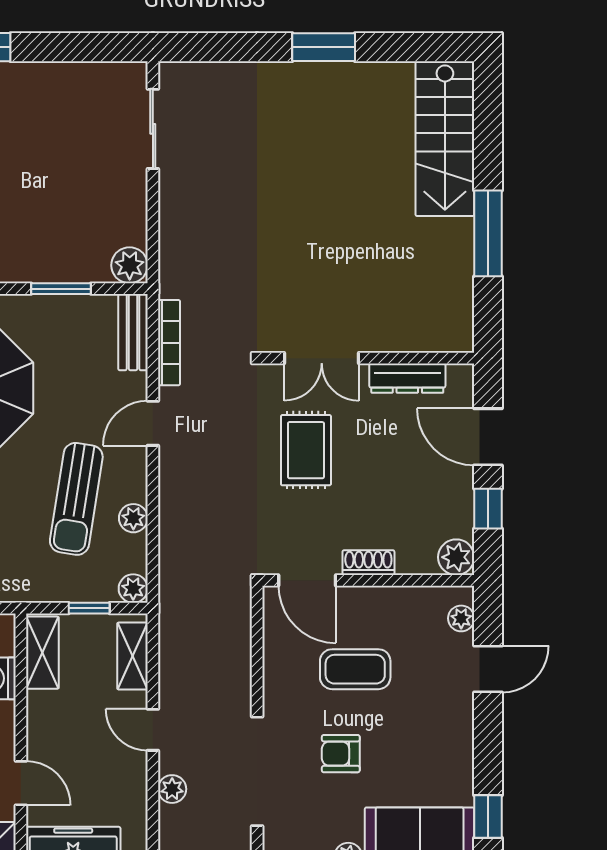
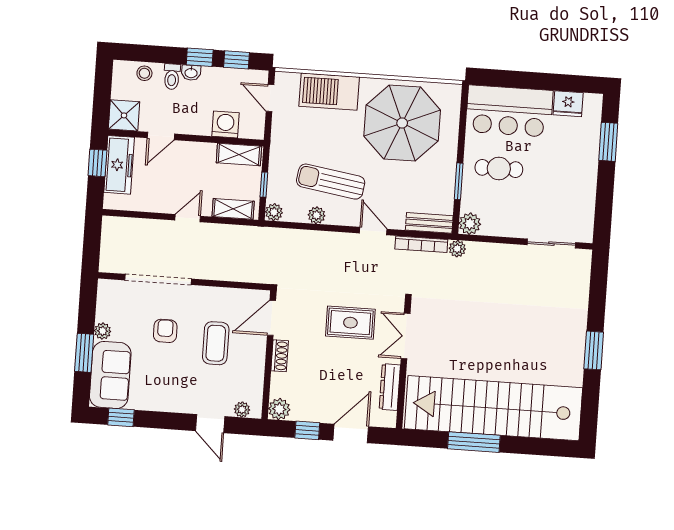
stairs: (445, 139) -> (493, 408), width x1.86, depth x1.51
cafe table: (36, 224) -> (499, 169), added
plant: (172, 789) -> (457, 249), moved

